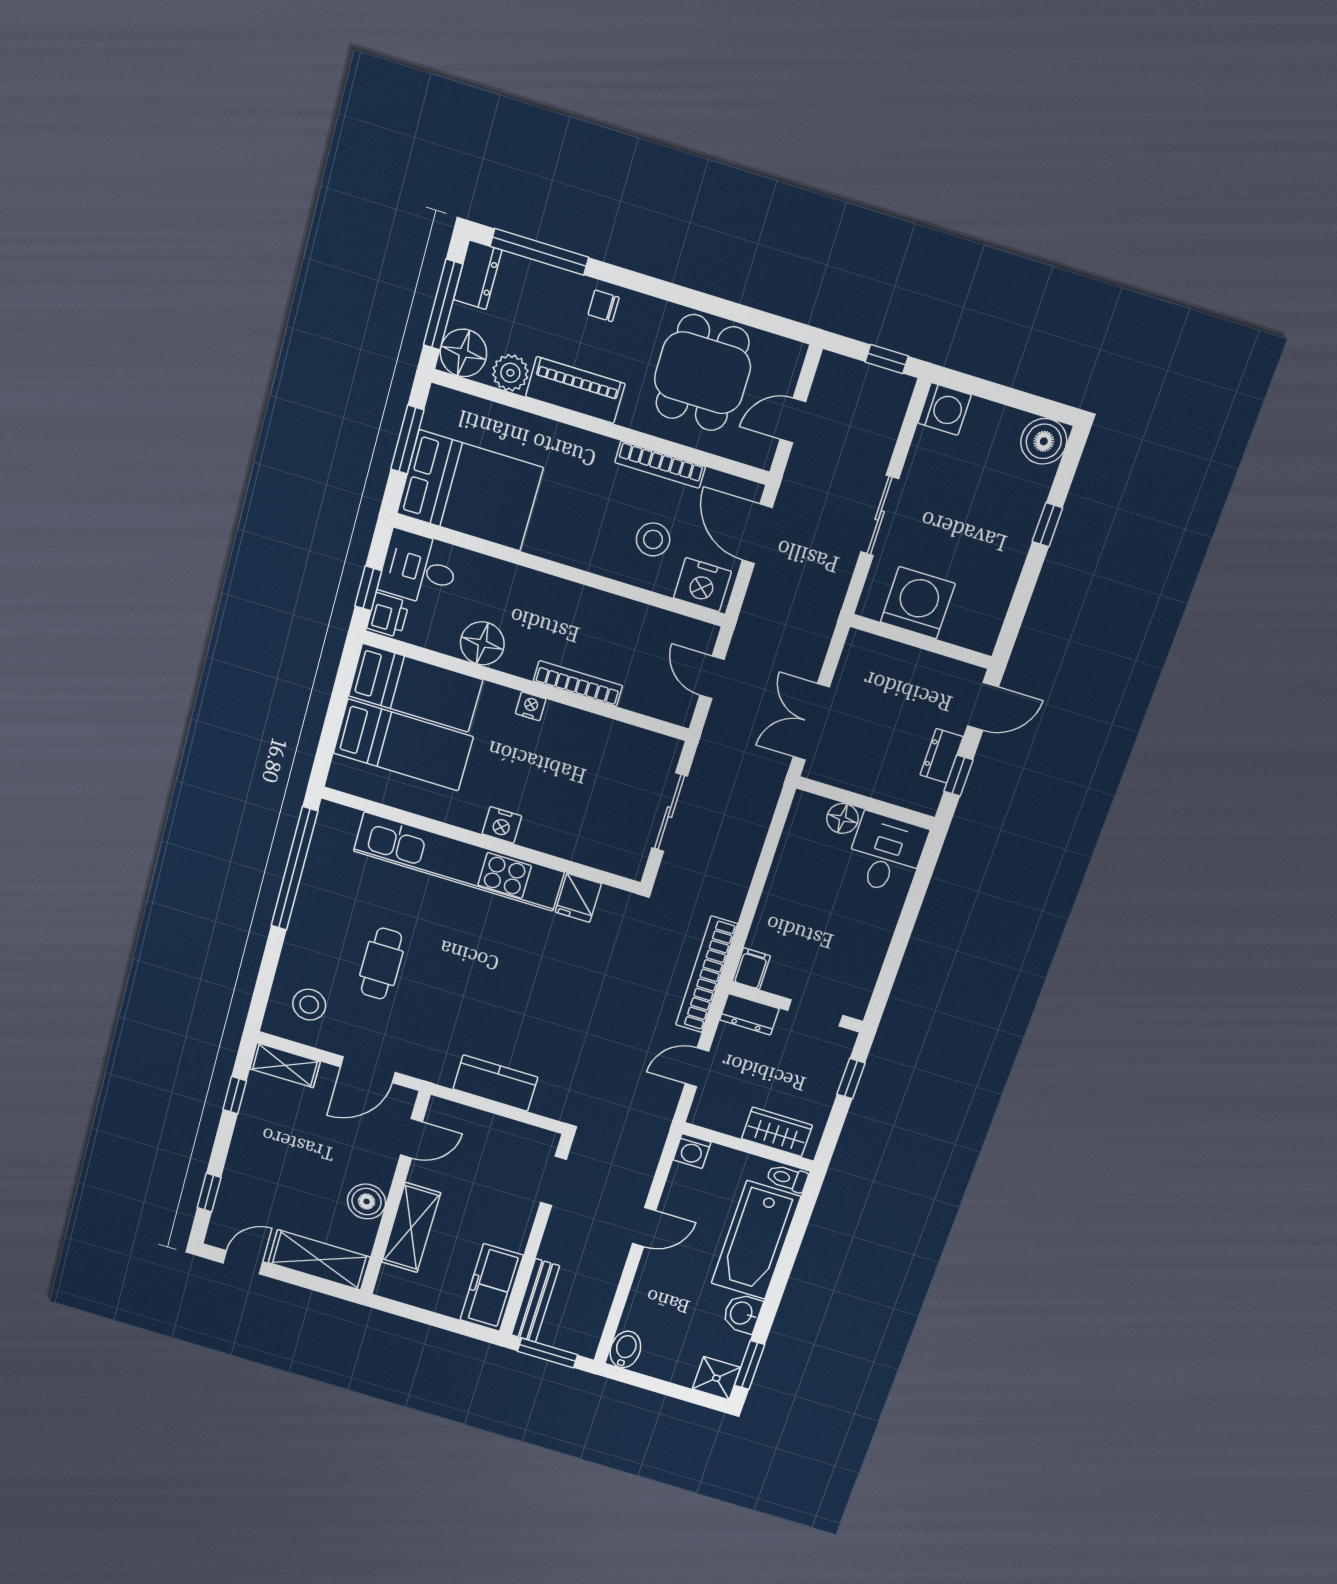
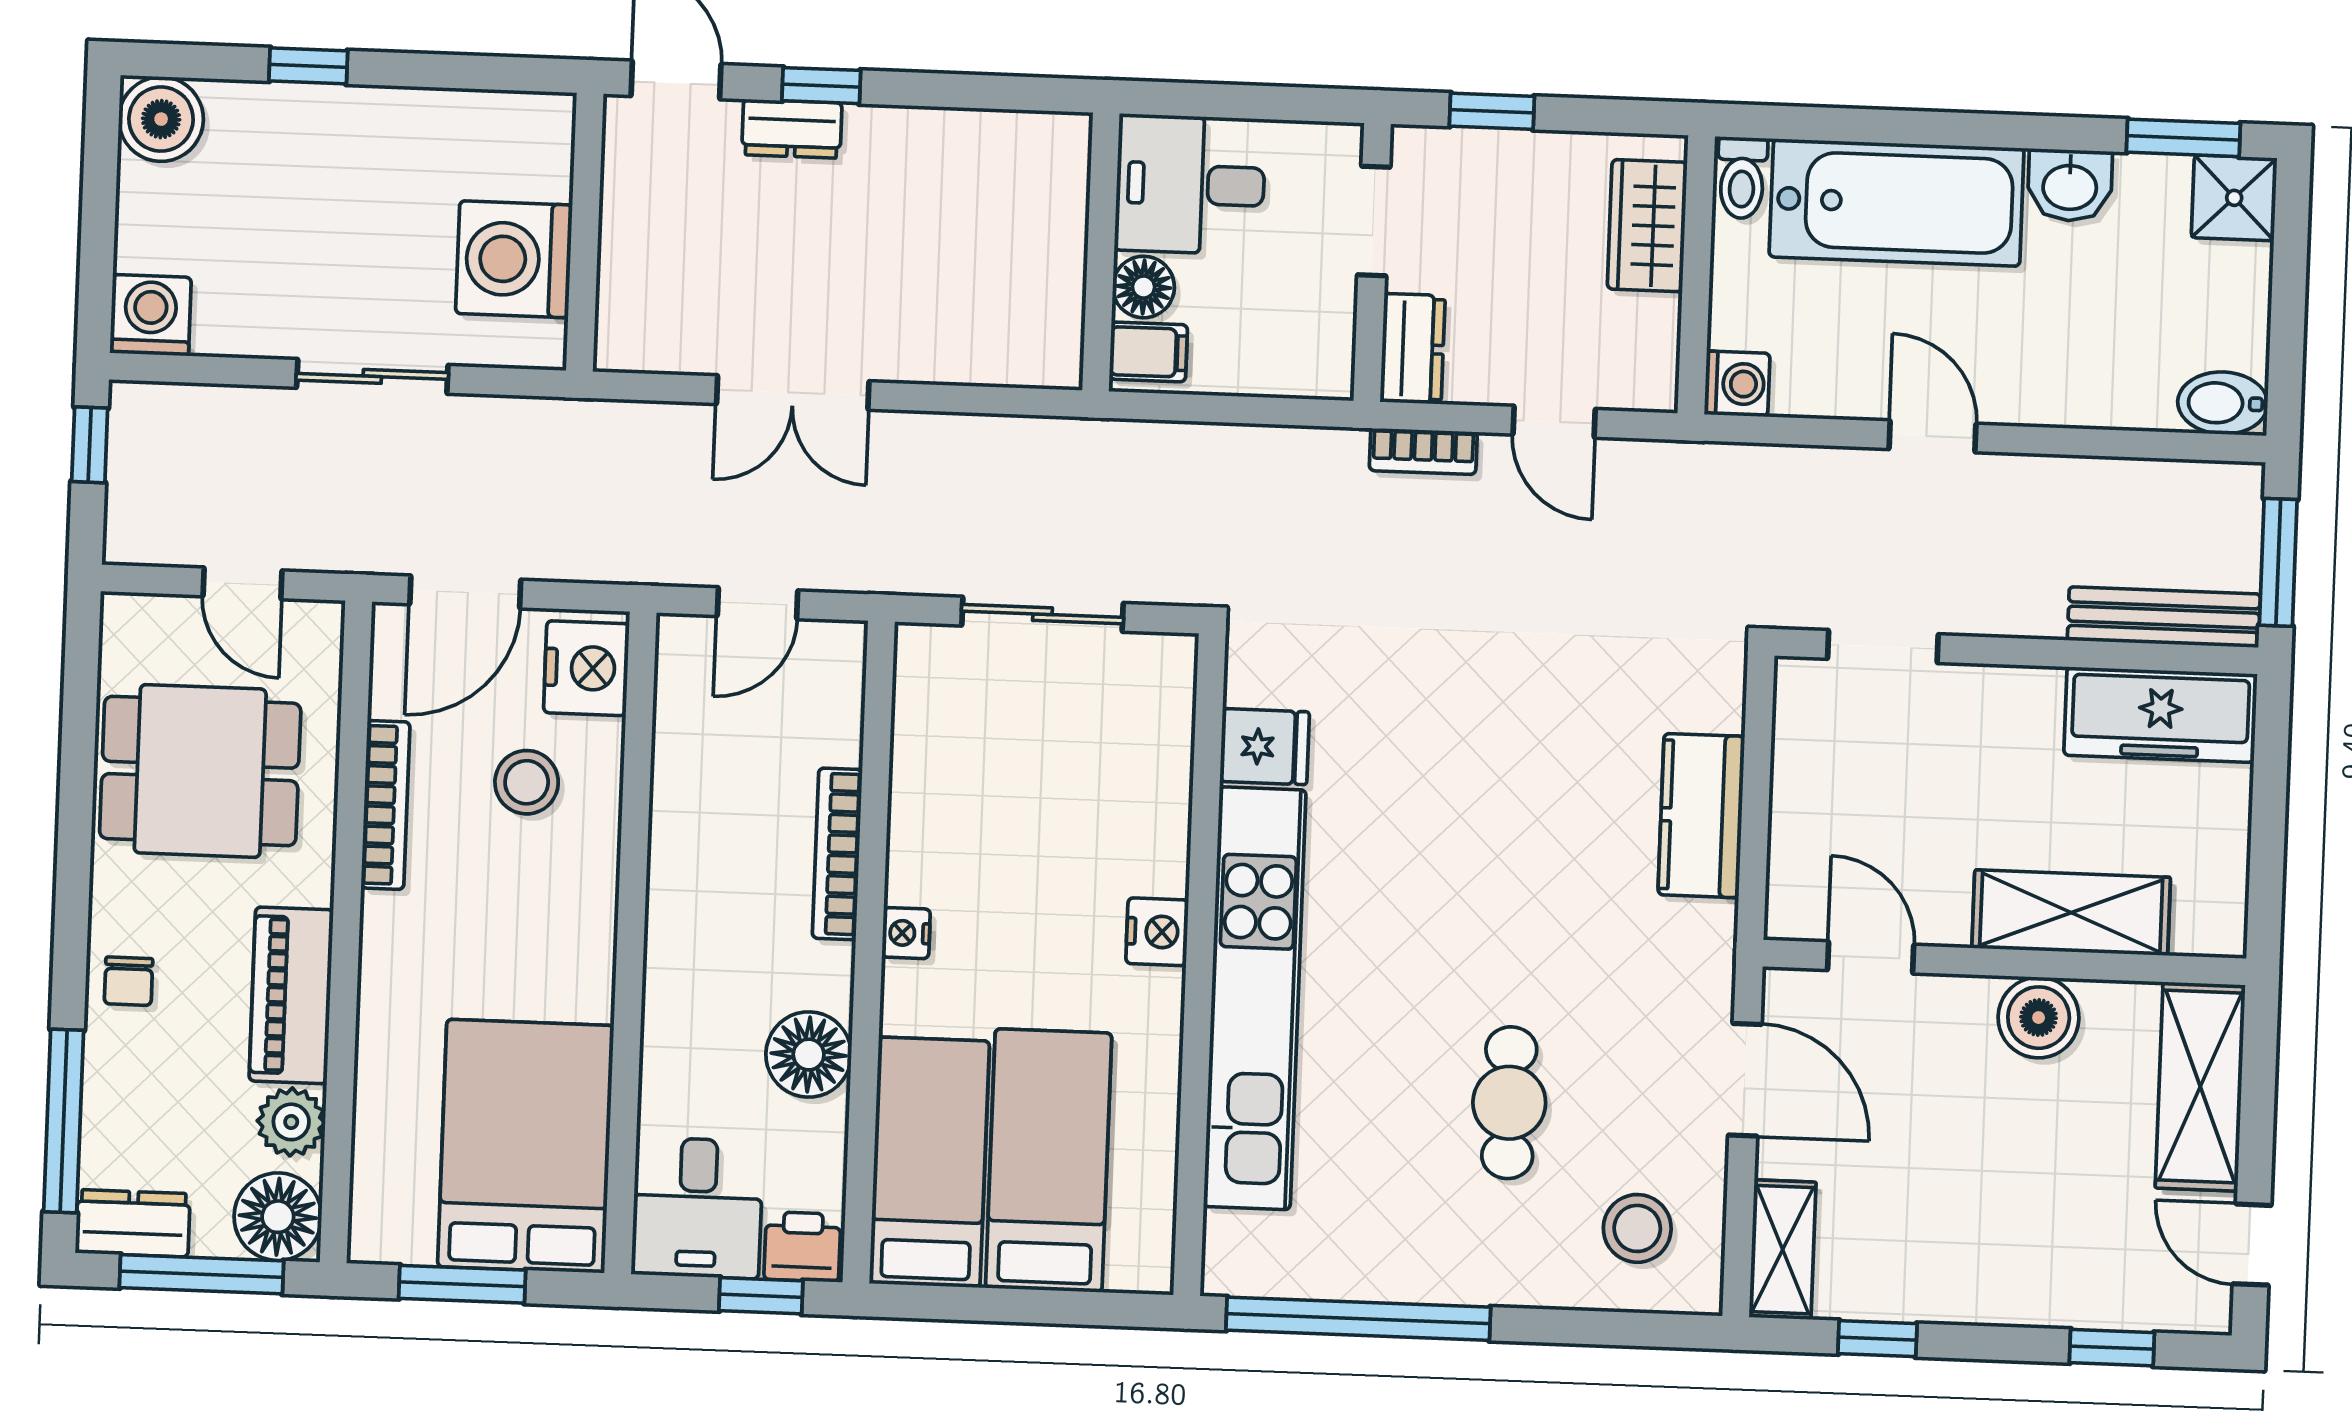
wall: (866, 803) -> (1101, 252), moved
floor lamp: (842, 818) -> (1144, 287), moved
desk: (886, 853) -> (1190, 184), moved
cafe table: (381, 964) -> (1509, 1103), turned 90
filing cabinet: (751, 969) -> (1148, 352), moved, turned 180
bookcase: (706, 974) -> (1423, 451), width x0.43, depth x0.76

